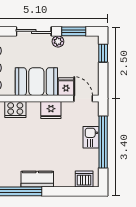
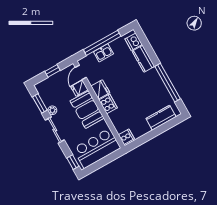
window: (103, 53) -> (52, 71), moved
cooker: (15, 110) -> (108, 104), moved
kitchen counter: (37, 179) -> (143, 59), moved

